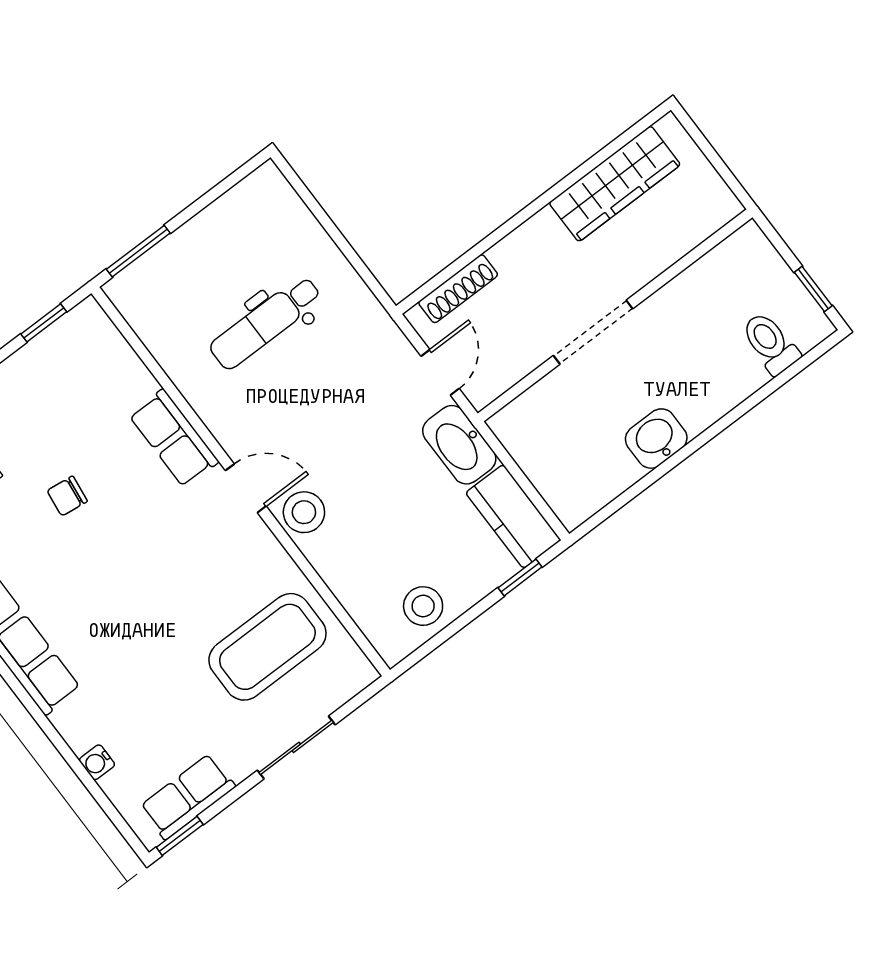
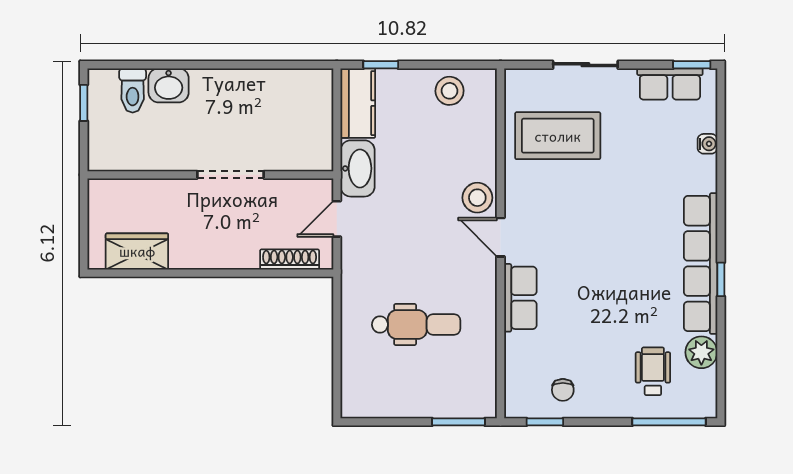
wardrobe: (615, 184) -> (137, 251), width x0.67
washbasin: (656, 439) -> (169, 85), moved
chair: (67, 496) -> (563, 390), moved, turned 83

